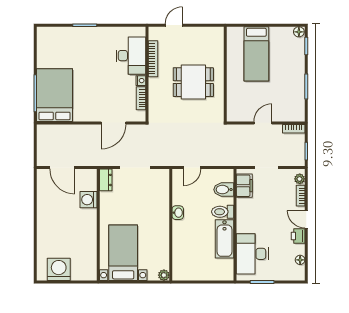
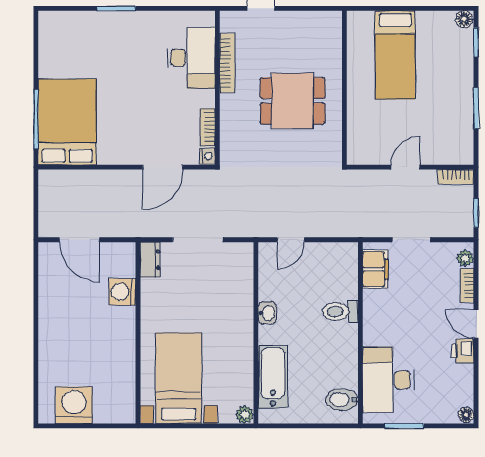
nightstand: (141, 81) -> (207, 156), moved
bidet: (224, 190) -> (342, 400), moved
bathtub: (225, 239) -> (273, 377), moved, turned 180
floor lamp: (300, 260) -> (466, 415), moved

